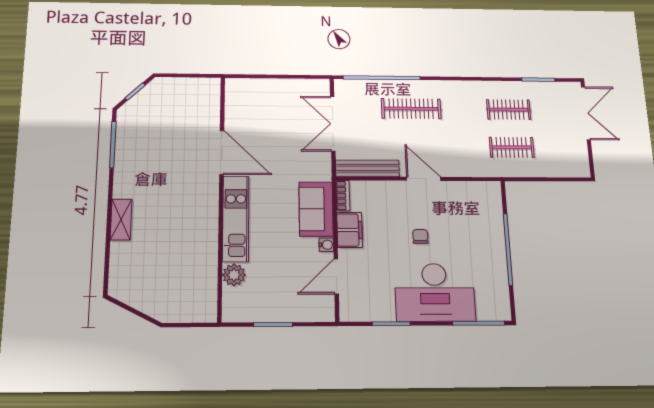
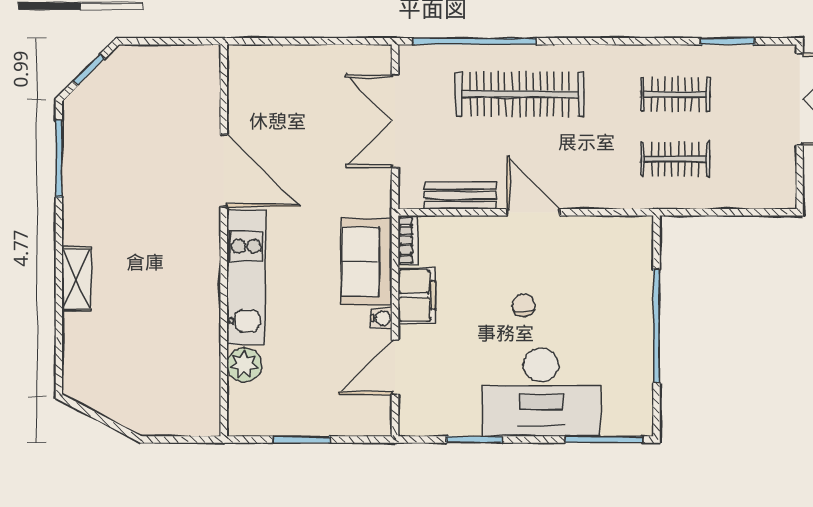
clothes rail: (411, 109) -> (519, 94), width x1.37, depth x1.31
bench: (367, 168) -> (460, 196), width x0.73

